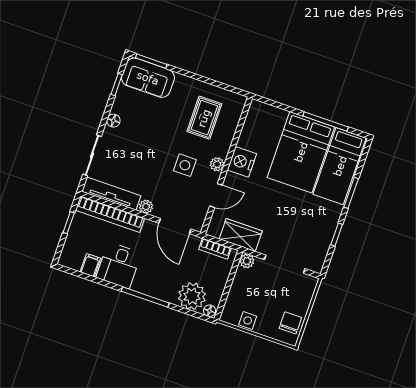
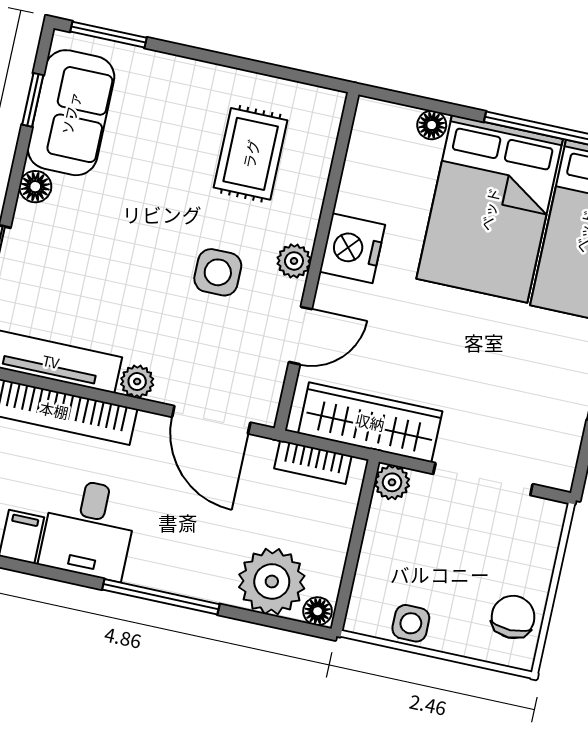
sofa: (148, 78) -> (71, 113), moved, turned -90
floor lamp: (281, 115) -> (432, 125), added
wardrobe: (241, 235) -> (370, 422), width x1.50

